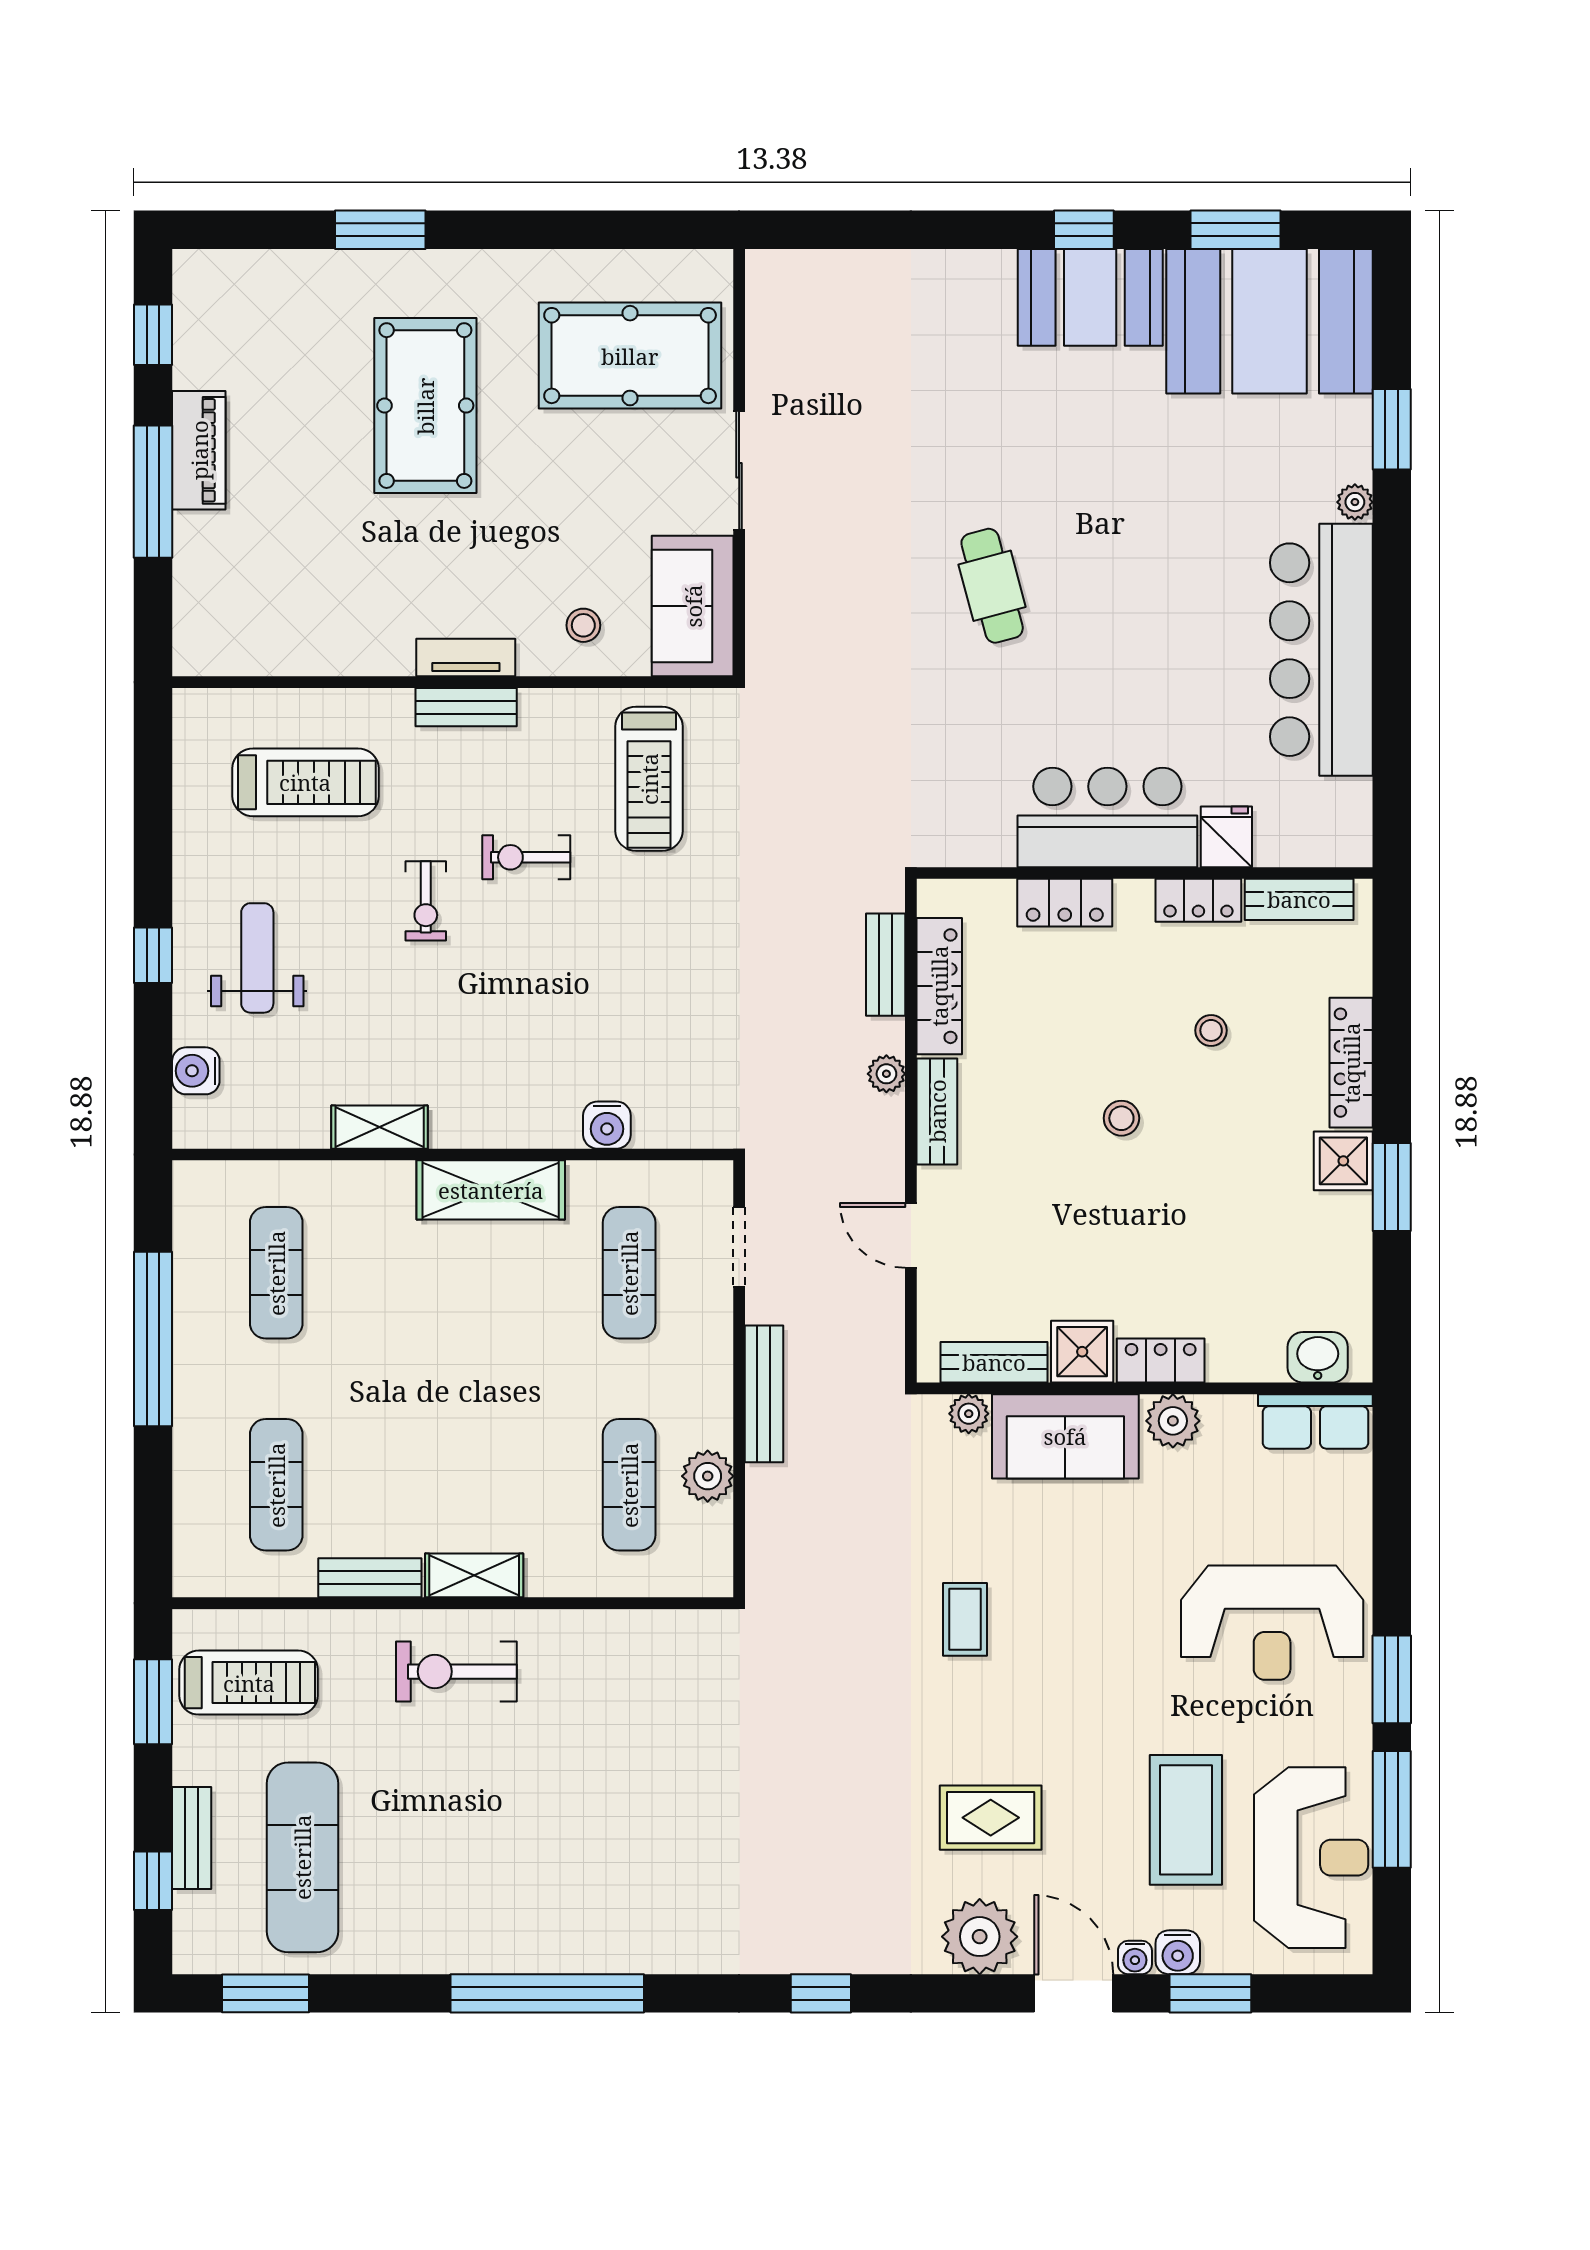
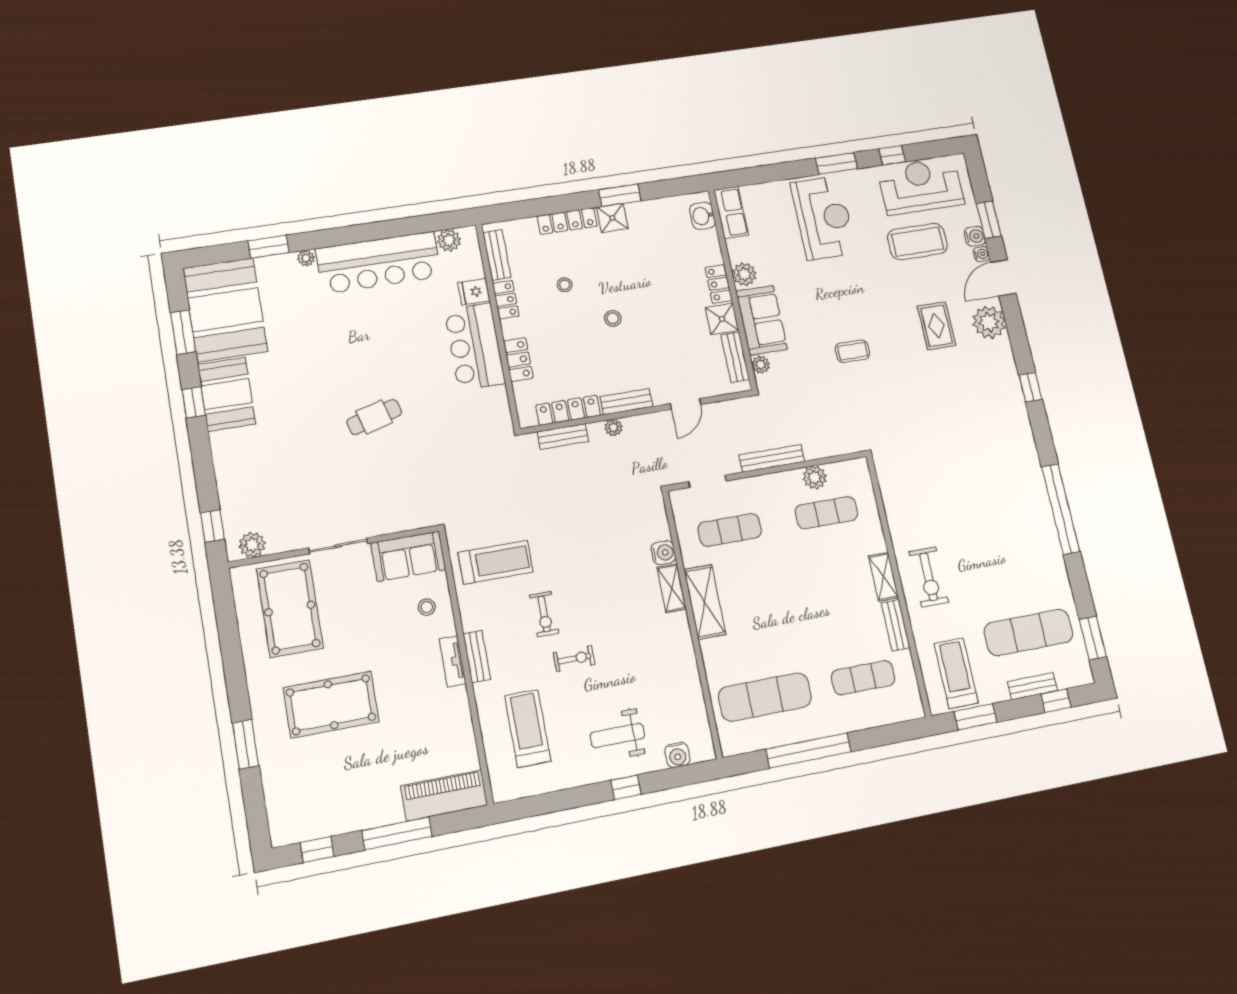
window: (823, 230) -> (212, 526), added
plant: (771, 302) -> (252, 545), added
piano: (199, 450) -> (444, 795), moved, width x1.37, depth x1.33
plant: (1348, 805) -> (449, 240), added
shelving: (380, 1127) -> (672, 588), moved
exercise mat: (276, 1273) -> (765, 697), width x1.36, depth x1.45
window: (1392, 1809) -> (892, 155), width x0.46

